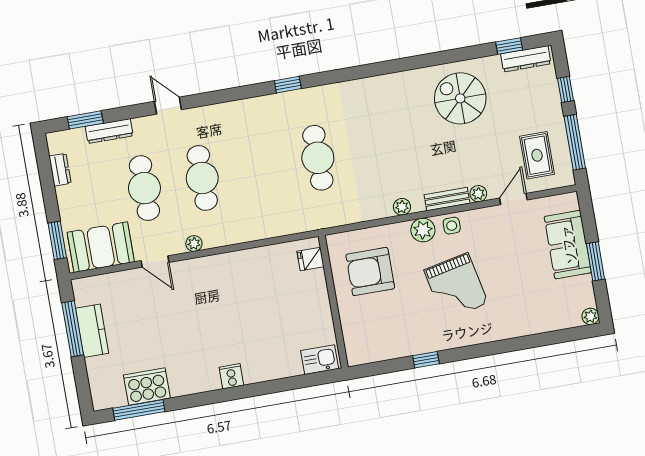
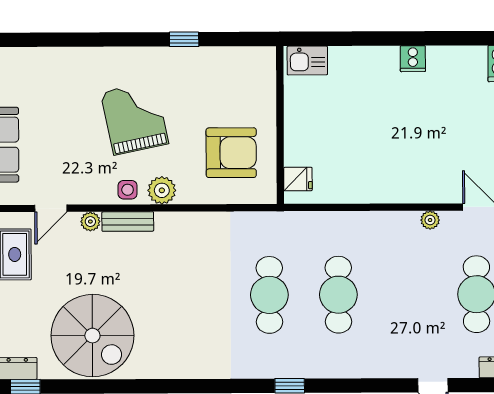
spiral stairs: (460, 98) -> (92, 336), width x1.37, depth x1.37
cafe table: (202, 178) -> (338, 295), moved
plant: (402, 207) -> (182, 221), removed

